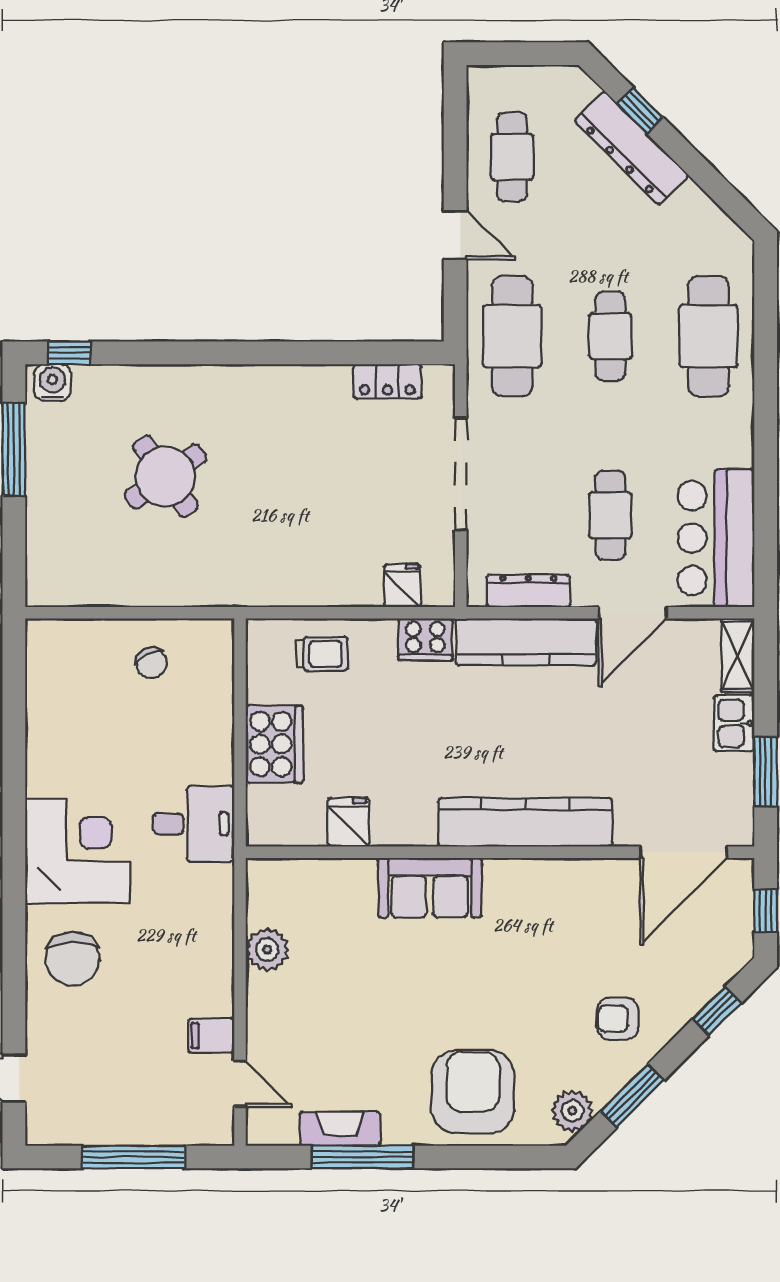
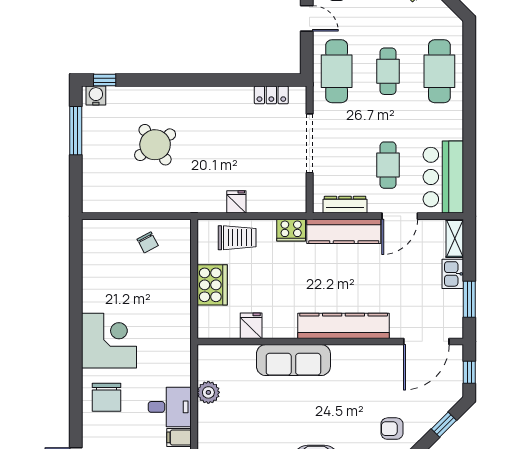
fridge: (402, 586) -> (236, 202), moved
trolley: (322, 654) -> (237, 238), width x1.36, depth x1.39
desk: (193, 824) -> (170, 407), moved
sofa: (430, 888) -> (293, 360), width x1.36

